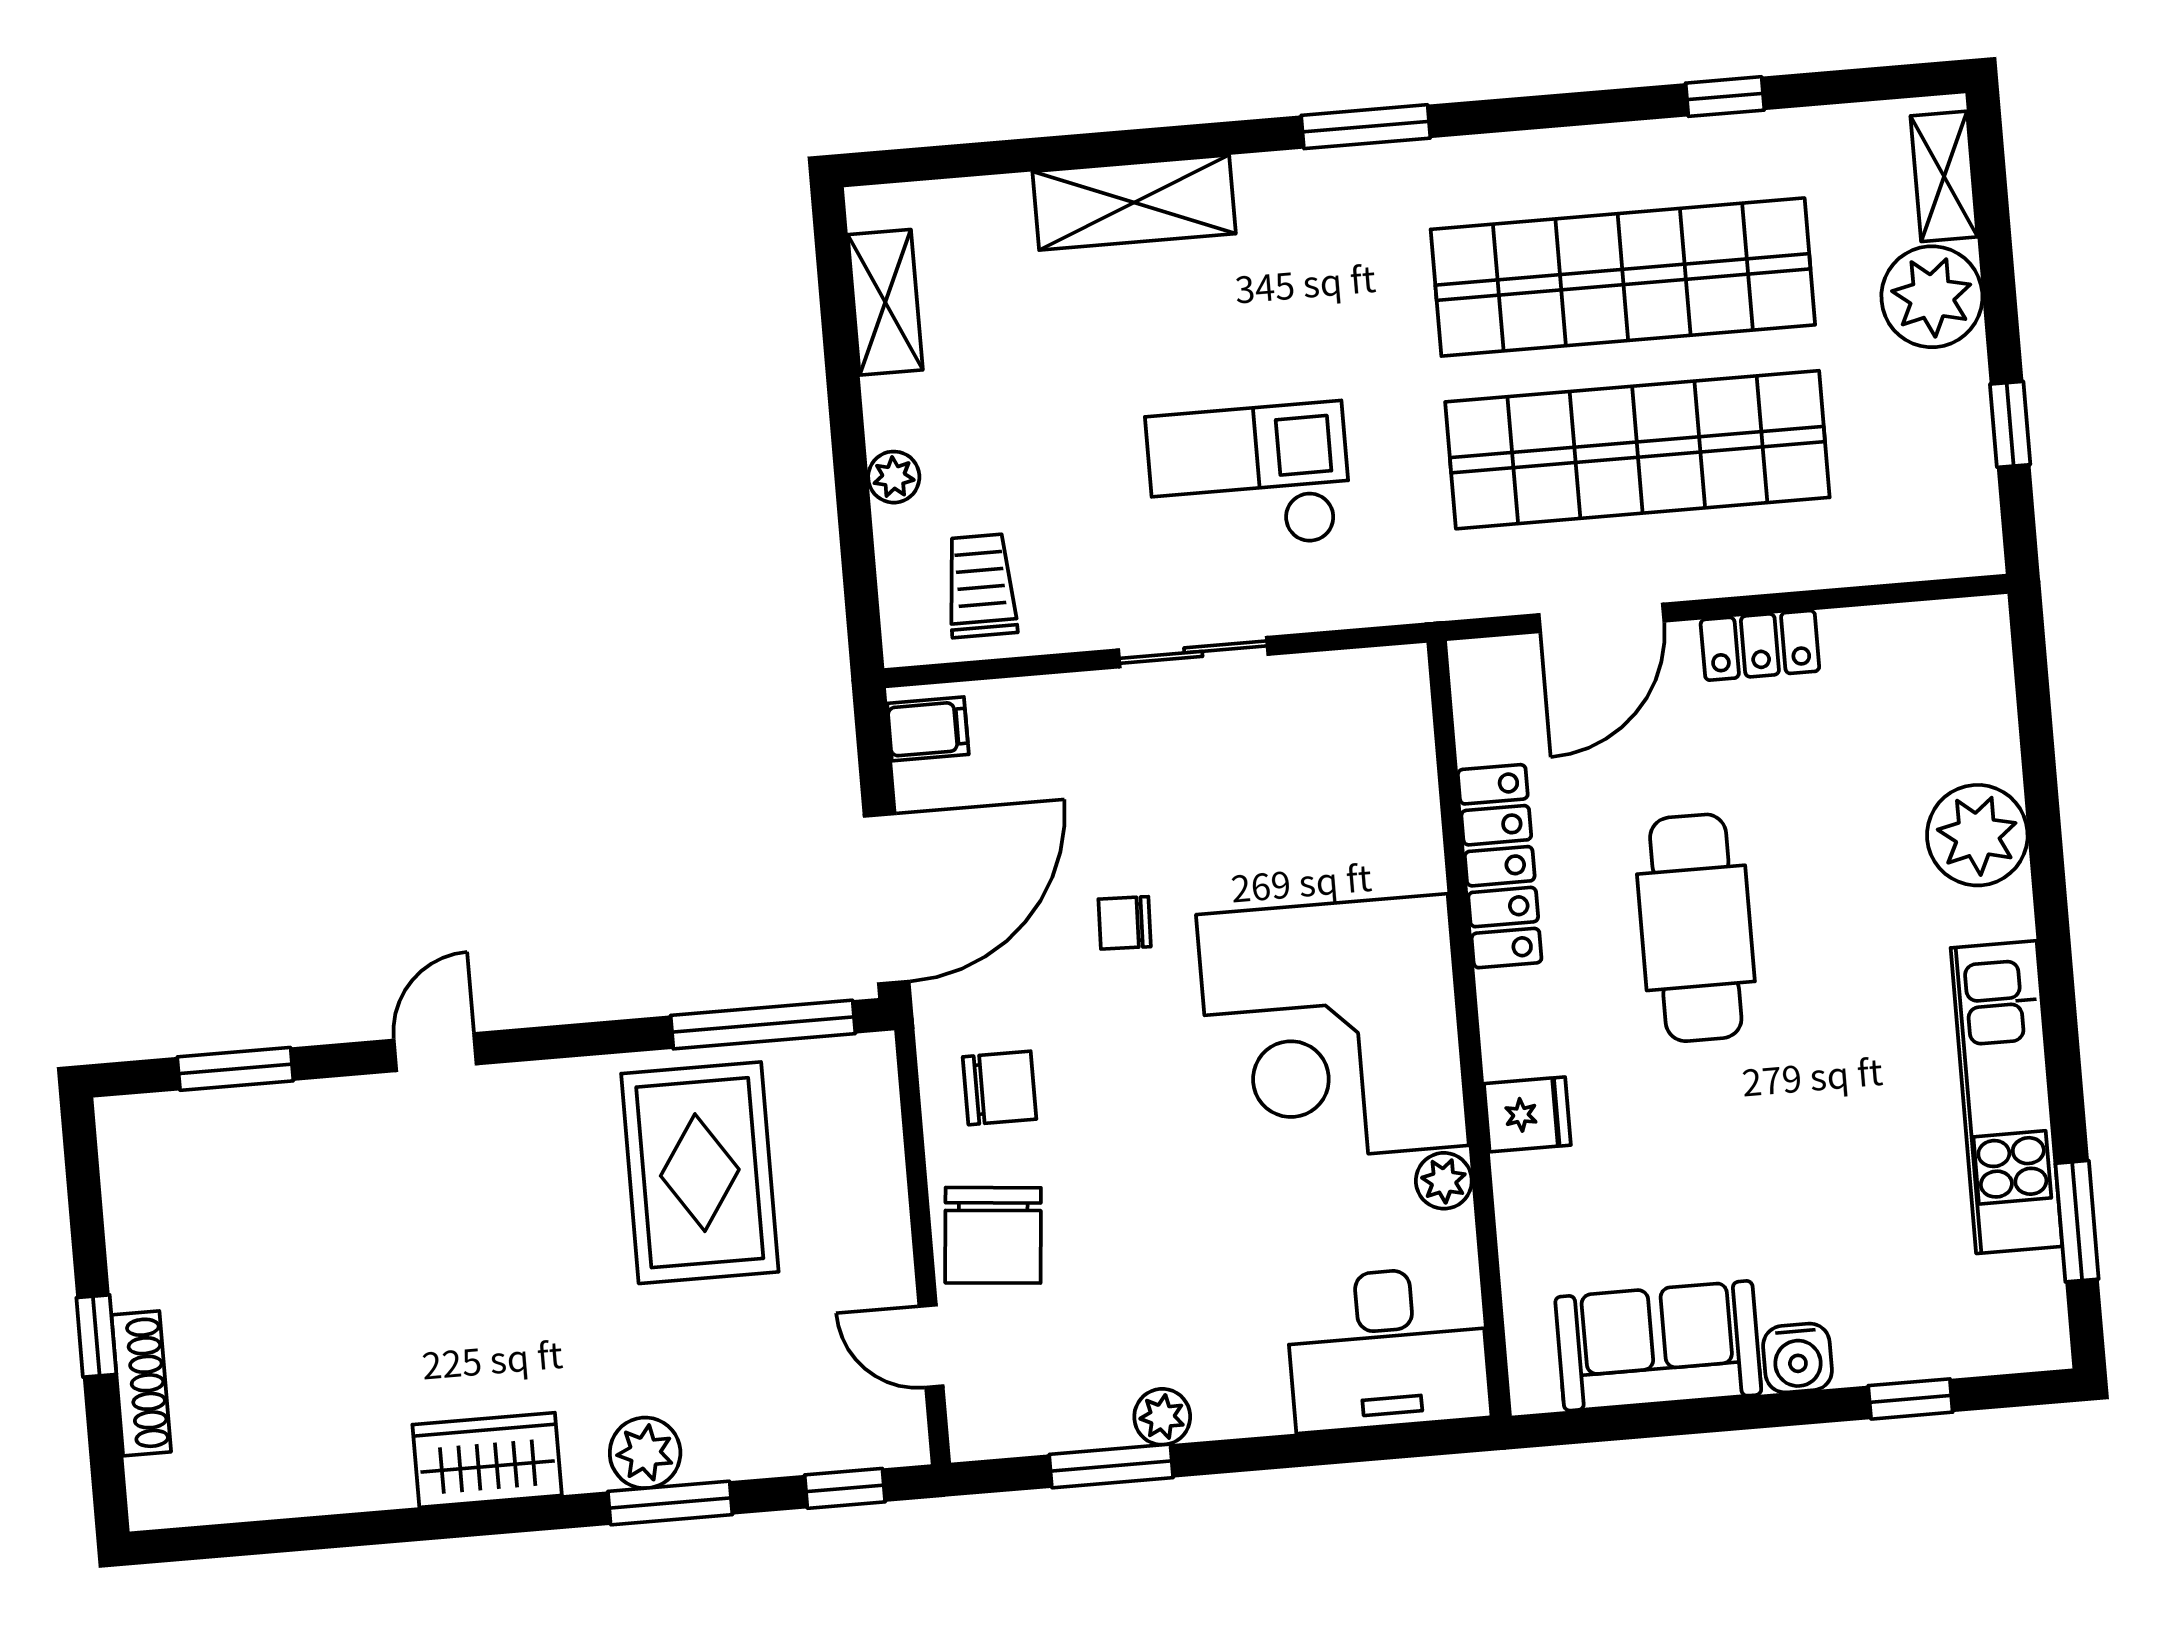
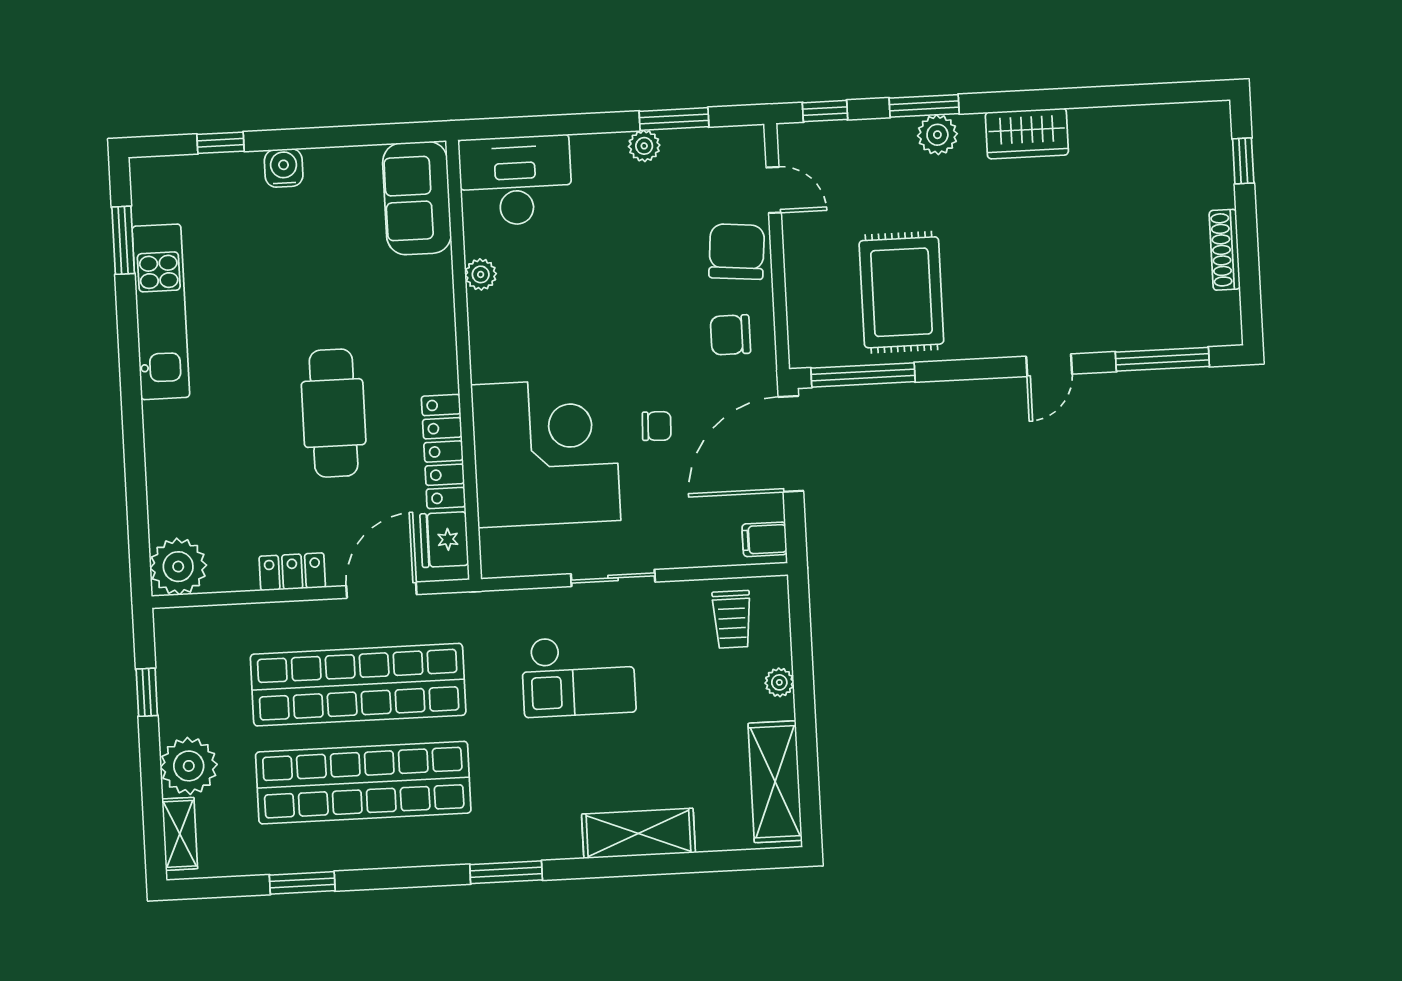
window: (1725, 97) -> (302, 883), width x1.50
shelving: (885, 302) -> (775, 782), width x1.50, depth x1.33
plant: (1977, 835) -> (178, 567), moved
corner desk: (1332, 1030) -> (546, 453), moved
window: (235, 1069) -> (1162, 359), width x1.44
fridge: (1527, 1114) -> (444, 540), moved, width x1.38
window: (96, 1336) -> (1243, 161), moved
sofa: (1658, 1346) -> (417, 198), moved, turned 90
shoe rack: (141, 1383) -> (1225, 250), moved

